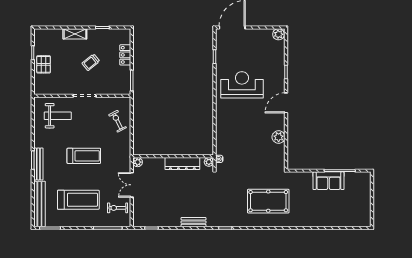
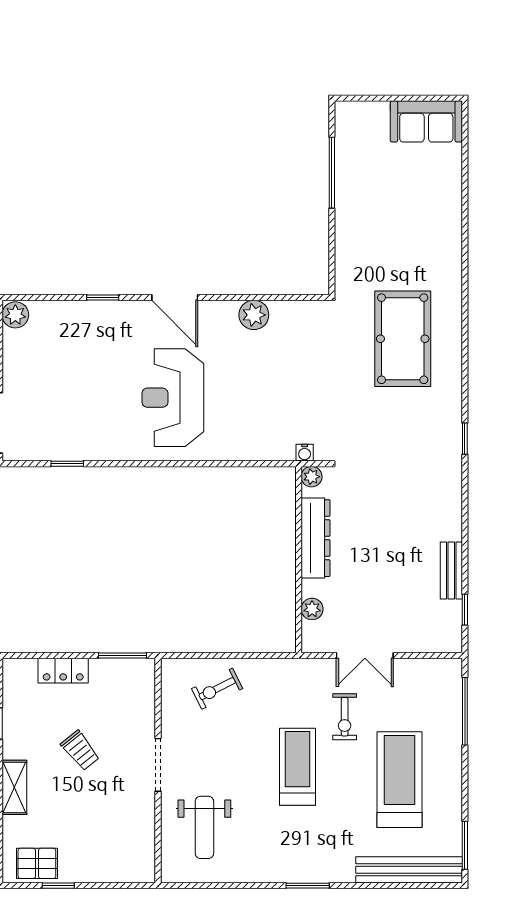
pallet: (44, 64) -> (37, 863), moved
reception desk: (242, 85) -> (173, 398), moved
weight bench: (58, 116) -> (204, 827), turned 180
plant: (138, 162) -> (312, 609), moved
bench: (38, 164) -> (316, 873), removed
sofa: (329, 181) -> (426, 121), moved, turned 90
exercise bike: (118, 208) -> (345, 717), moved
bench: (194, 222) -> (451, 570), moved

